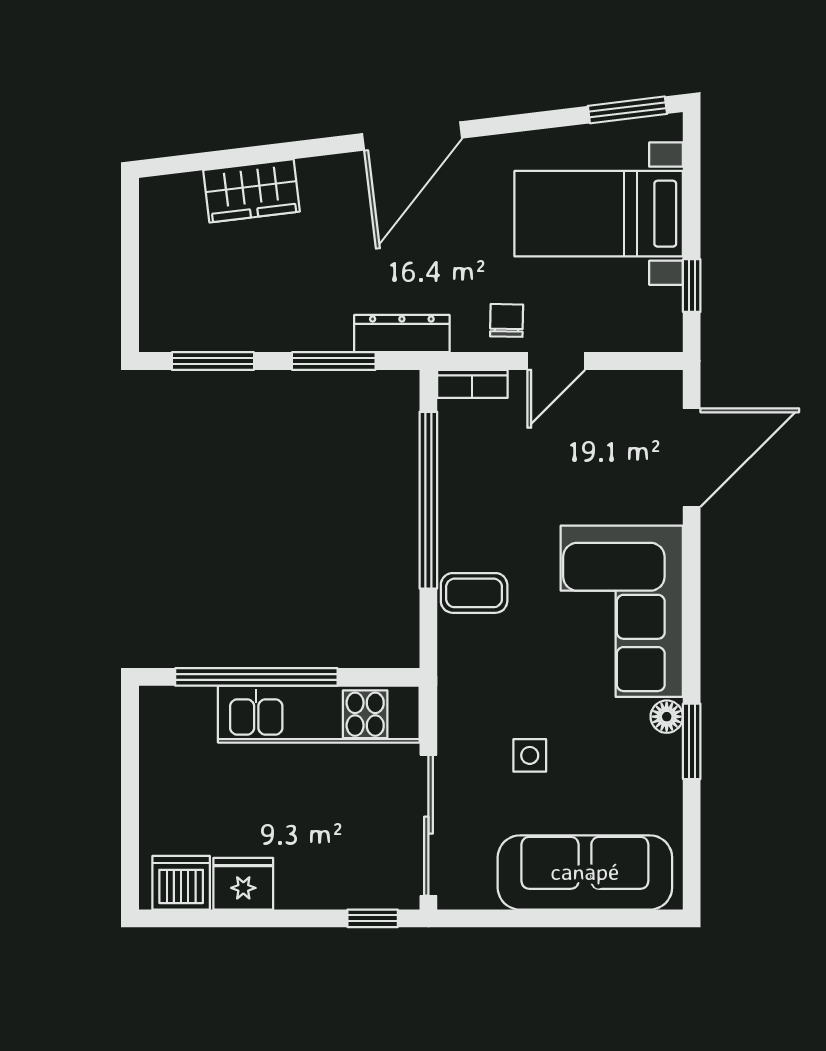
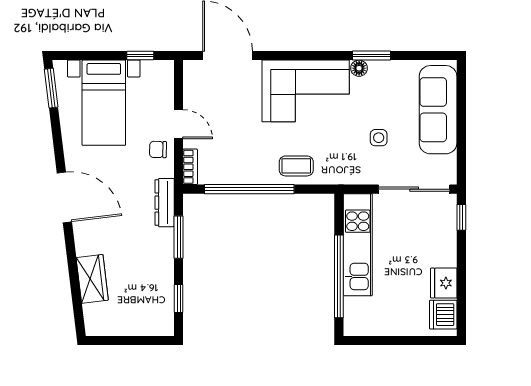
window: (213, 361) -> (179, 298), width x0.67
coffee table: (474, 593) -> (296, 166), turned 90

